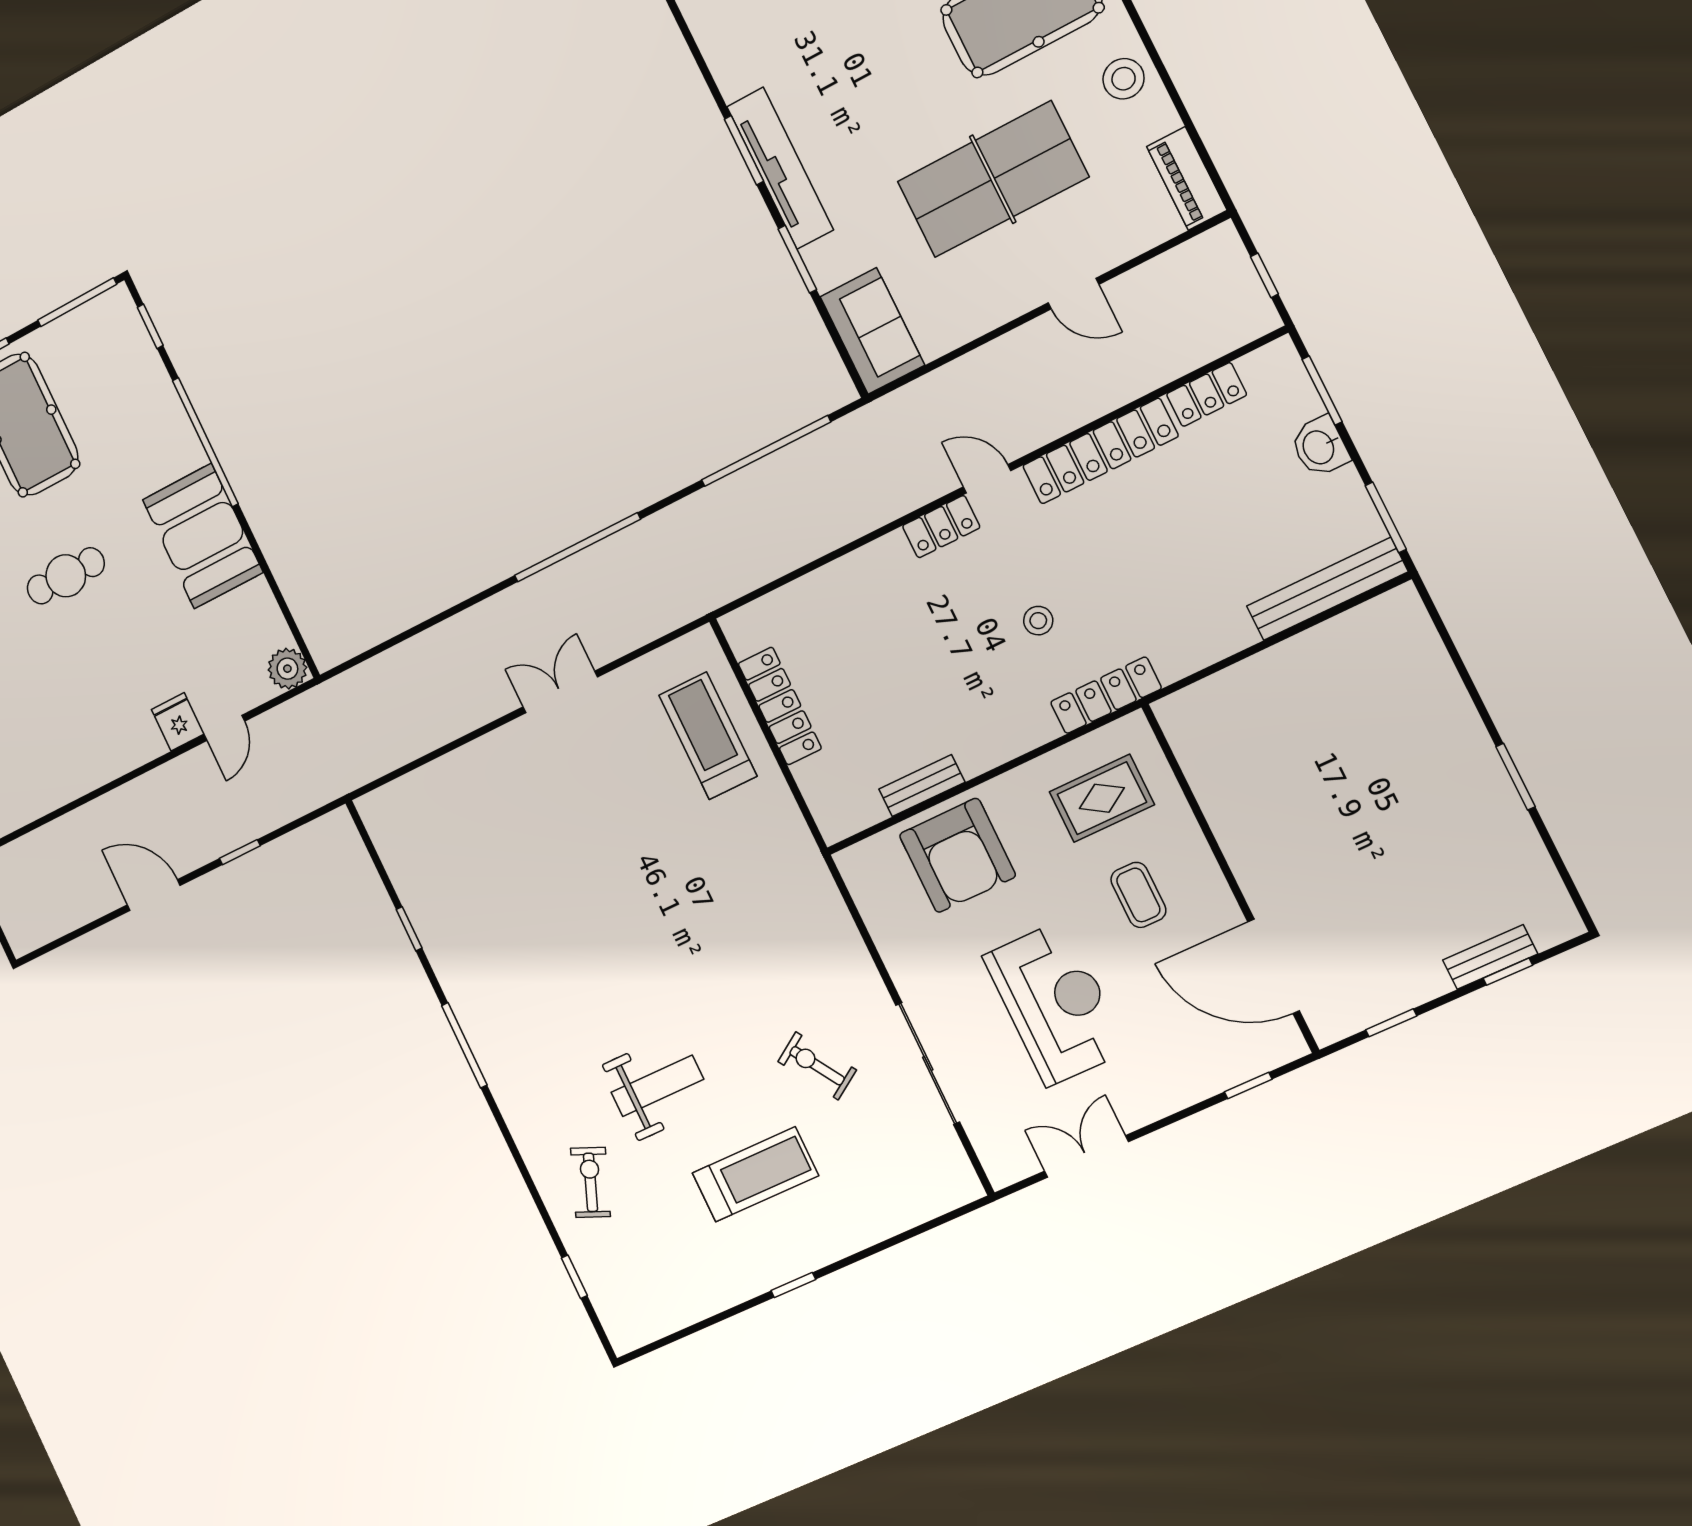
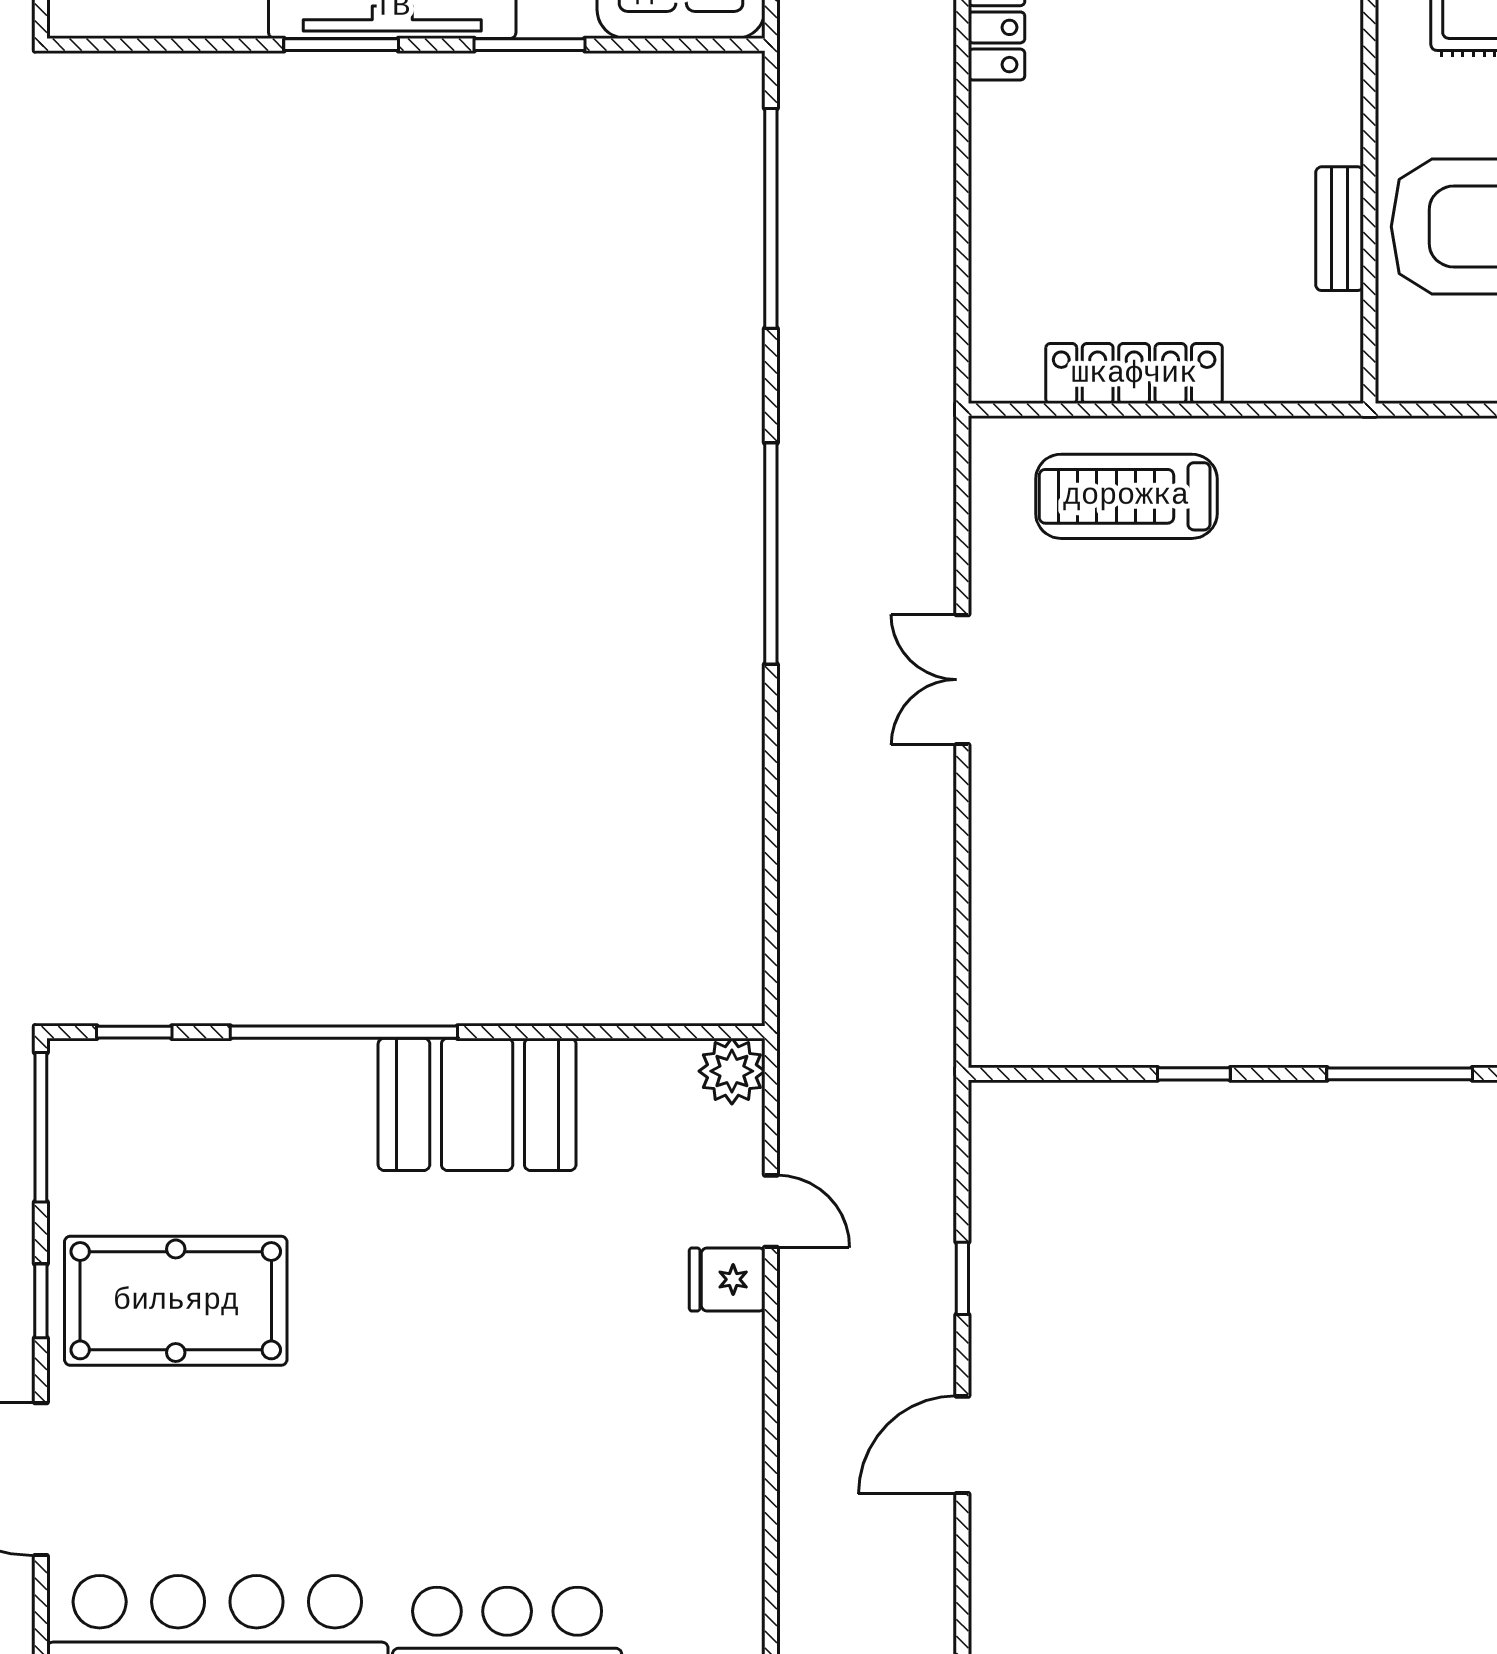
cafe table: (66, 576) -> (429, 1347), removed

